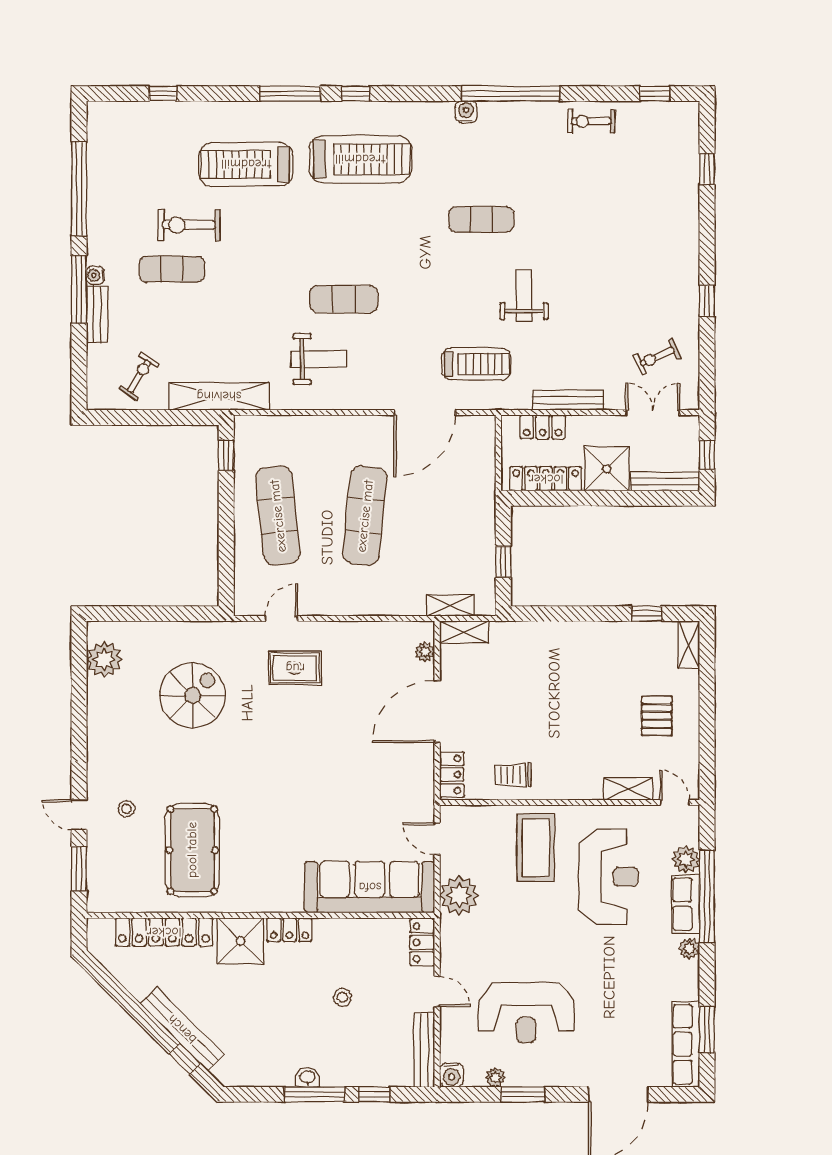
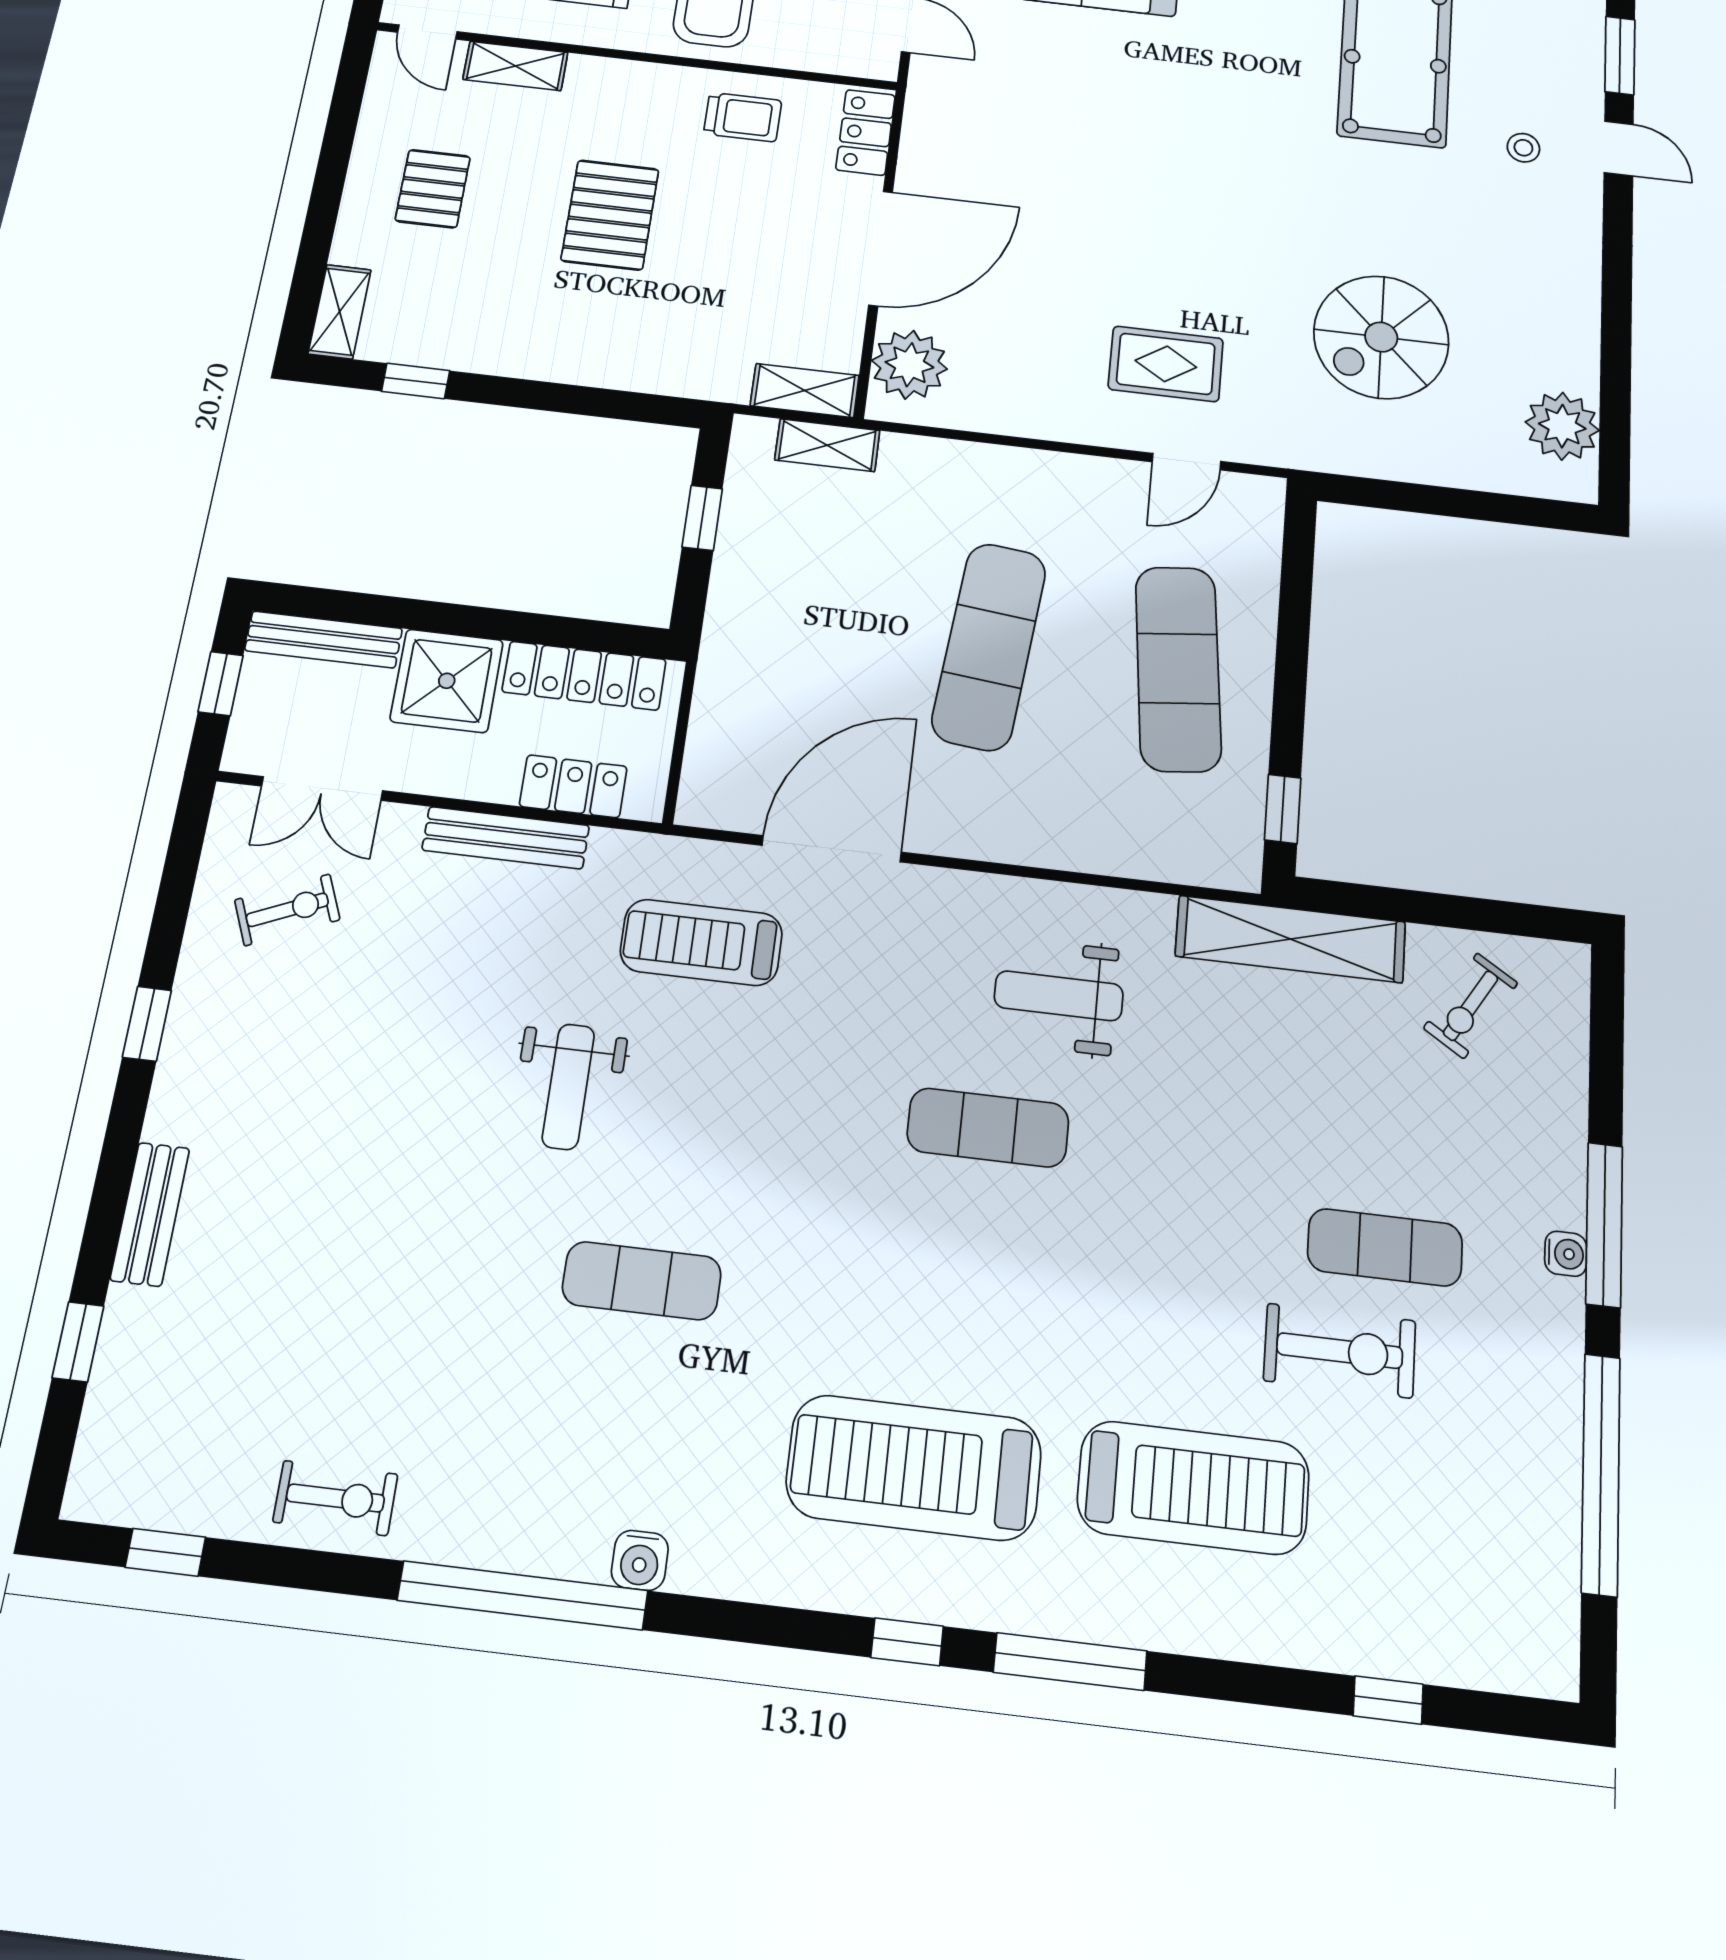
bench: (97, 314) -> (150, 1214), moved
plant: (425, 652) -> (909, 365), width x1.87, depth x1.87
pallet: (569, 713) -> (610, 215), added

